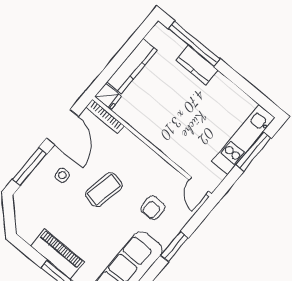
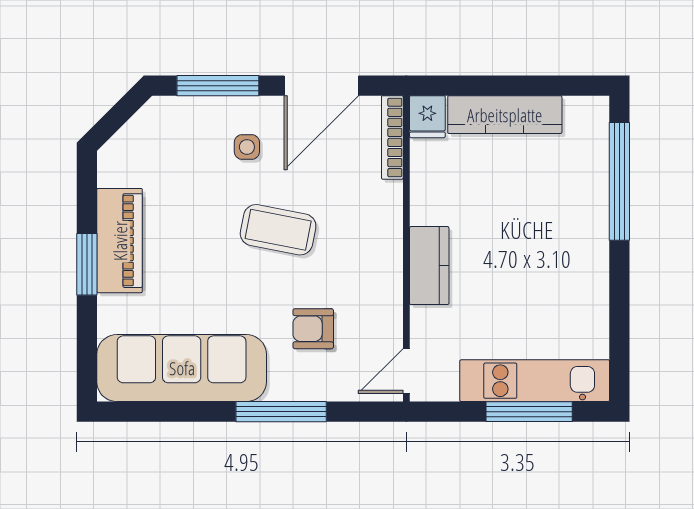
kitchen counter: (197, 65) -> (429, 266), moved, turned 180
window: (174, 247) -> (281, 412), width x1.44

